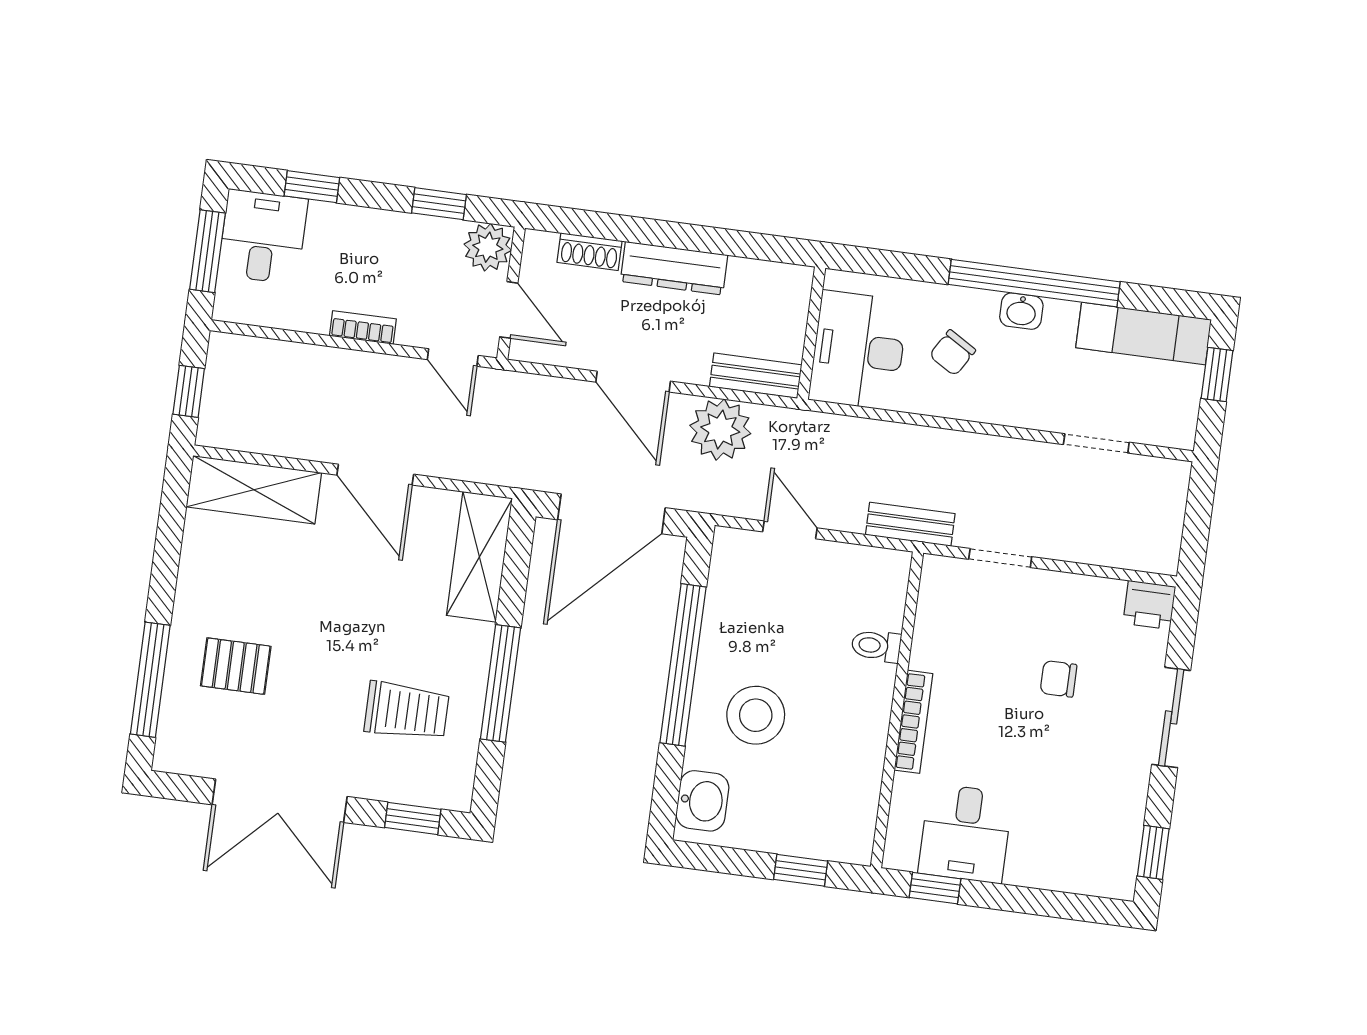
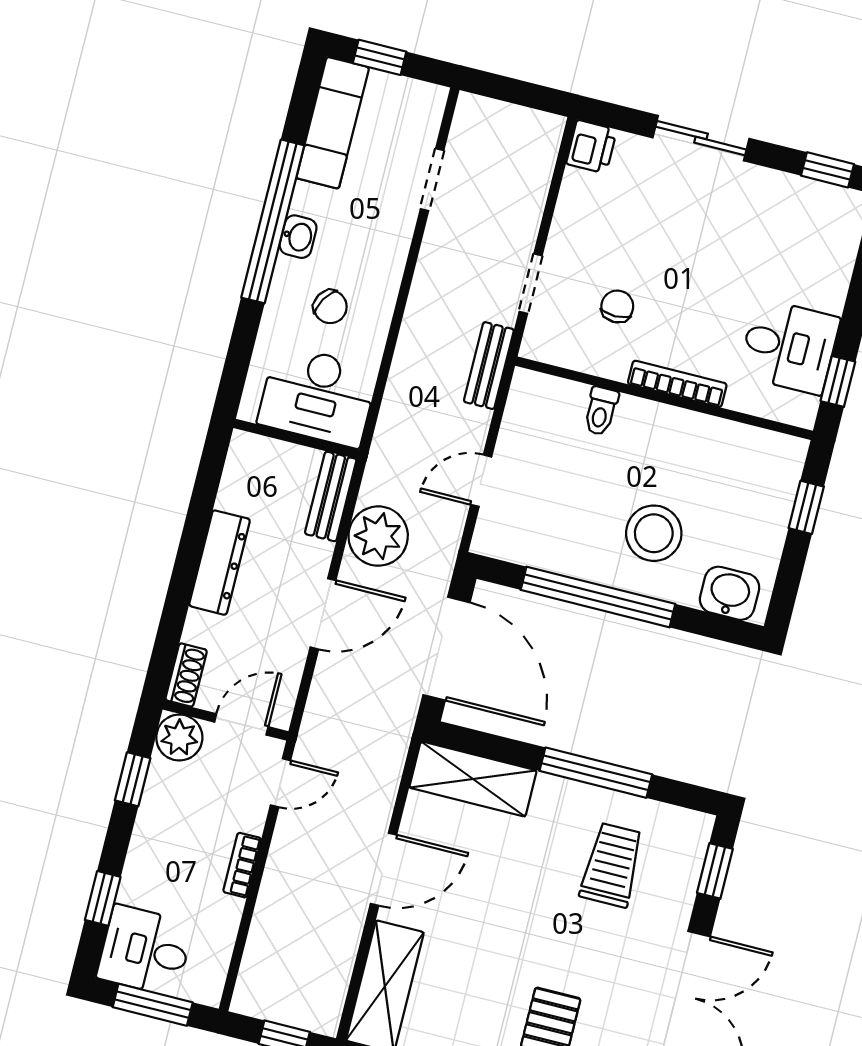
shoe rack: (590, 252) -> (186, 675), moved
chair: (1058, 679) -> (617, 306), moved, turned 180

